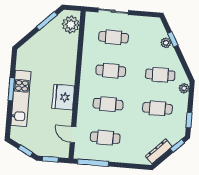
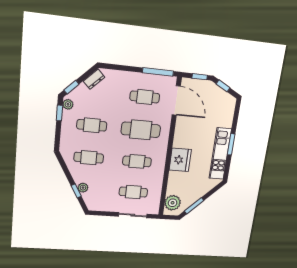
plant: (184, 88) -> (68, 104), moved
fridge: (63, 97) -> (180, 160), moved
kitchen unit: (21, 98) -> (220, 154), moved
cafe table: (108, 104) -> (141, 130), width x1.37, depth x1.35
door: (73, 135) -> (176, 101), width x1.88
dresser: (159, 151) -> (94, 79), width x0.70

